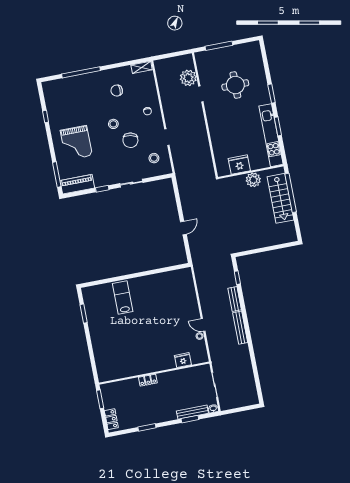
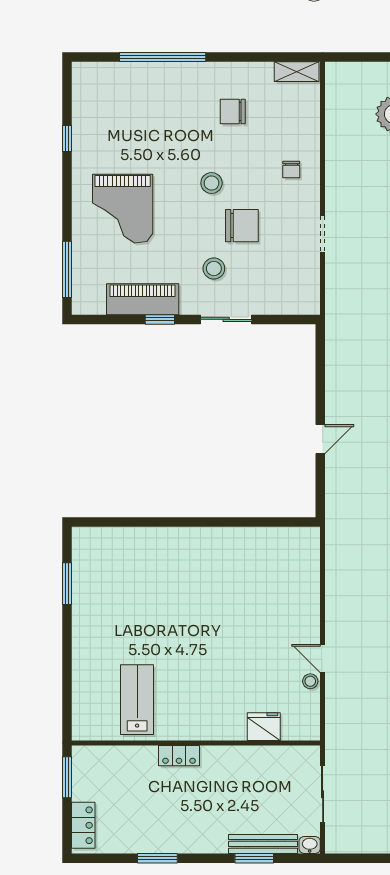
chair: (130, 140) -> (242, 226), turned -102
stool: (154, 158) -> (214, 268), moved
piano: (77, 184) -> (143, 299), moved
lab bench: (123, 298) -> (137, 700), moved

